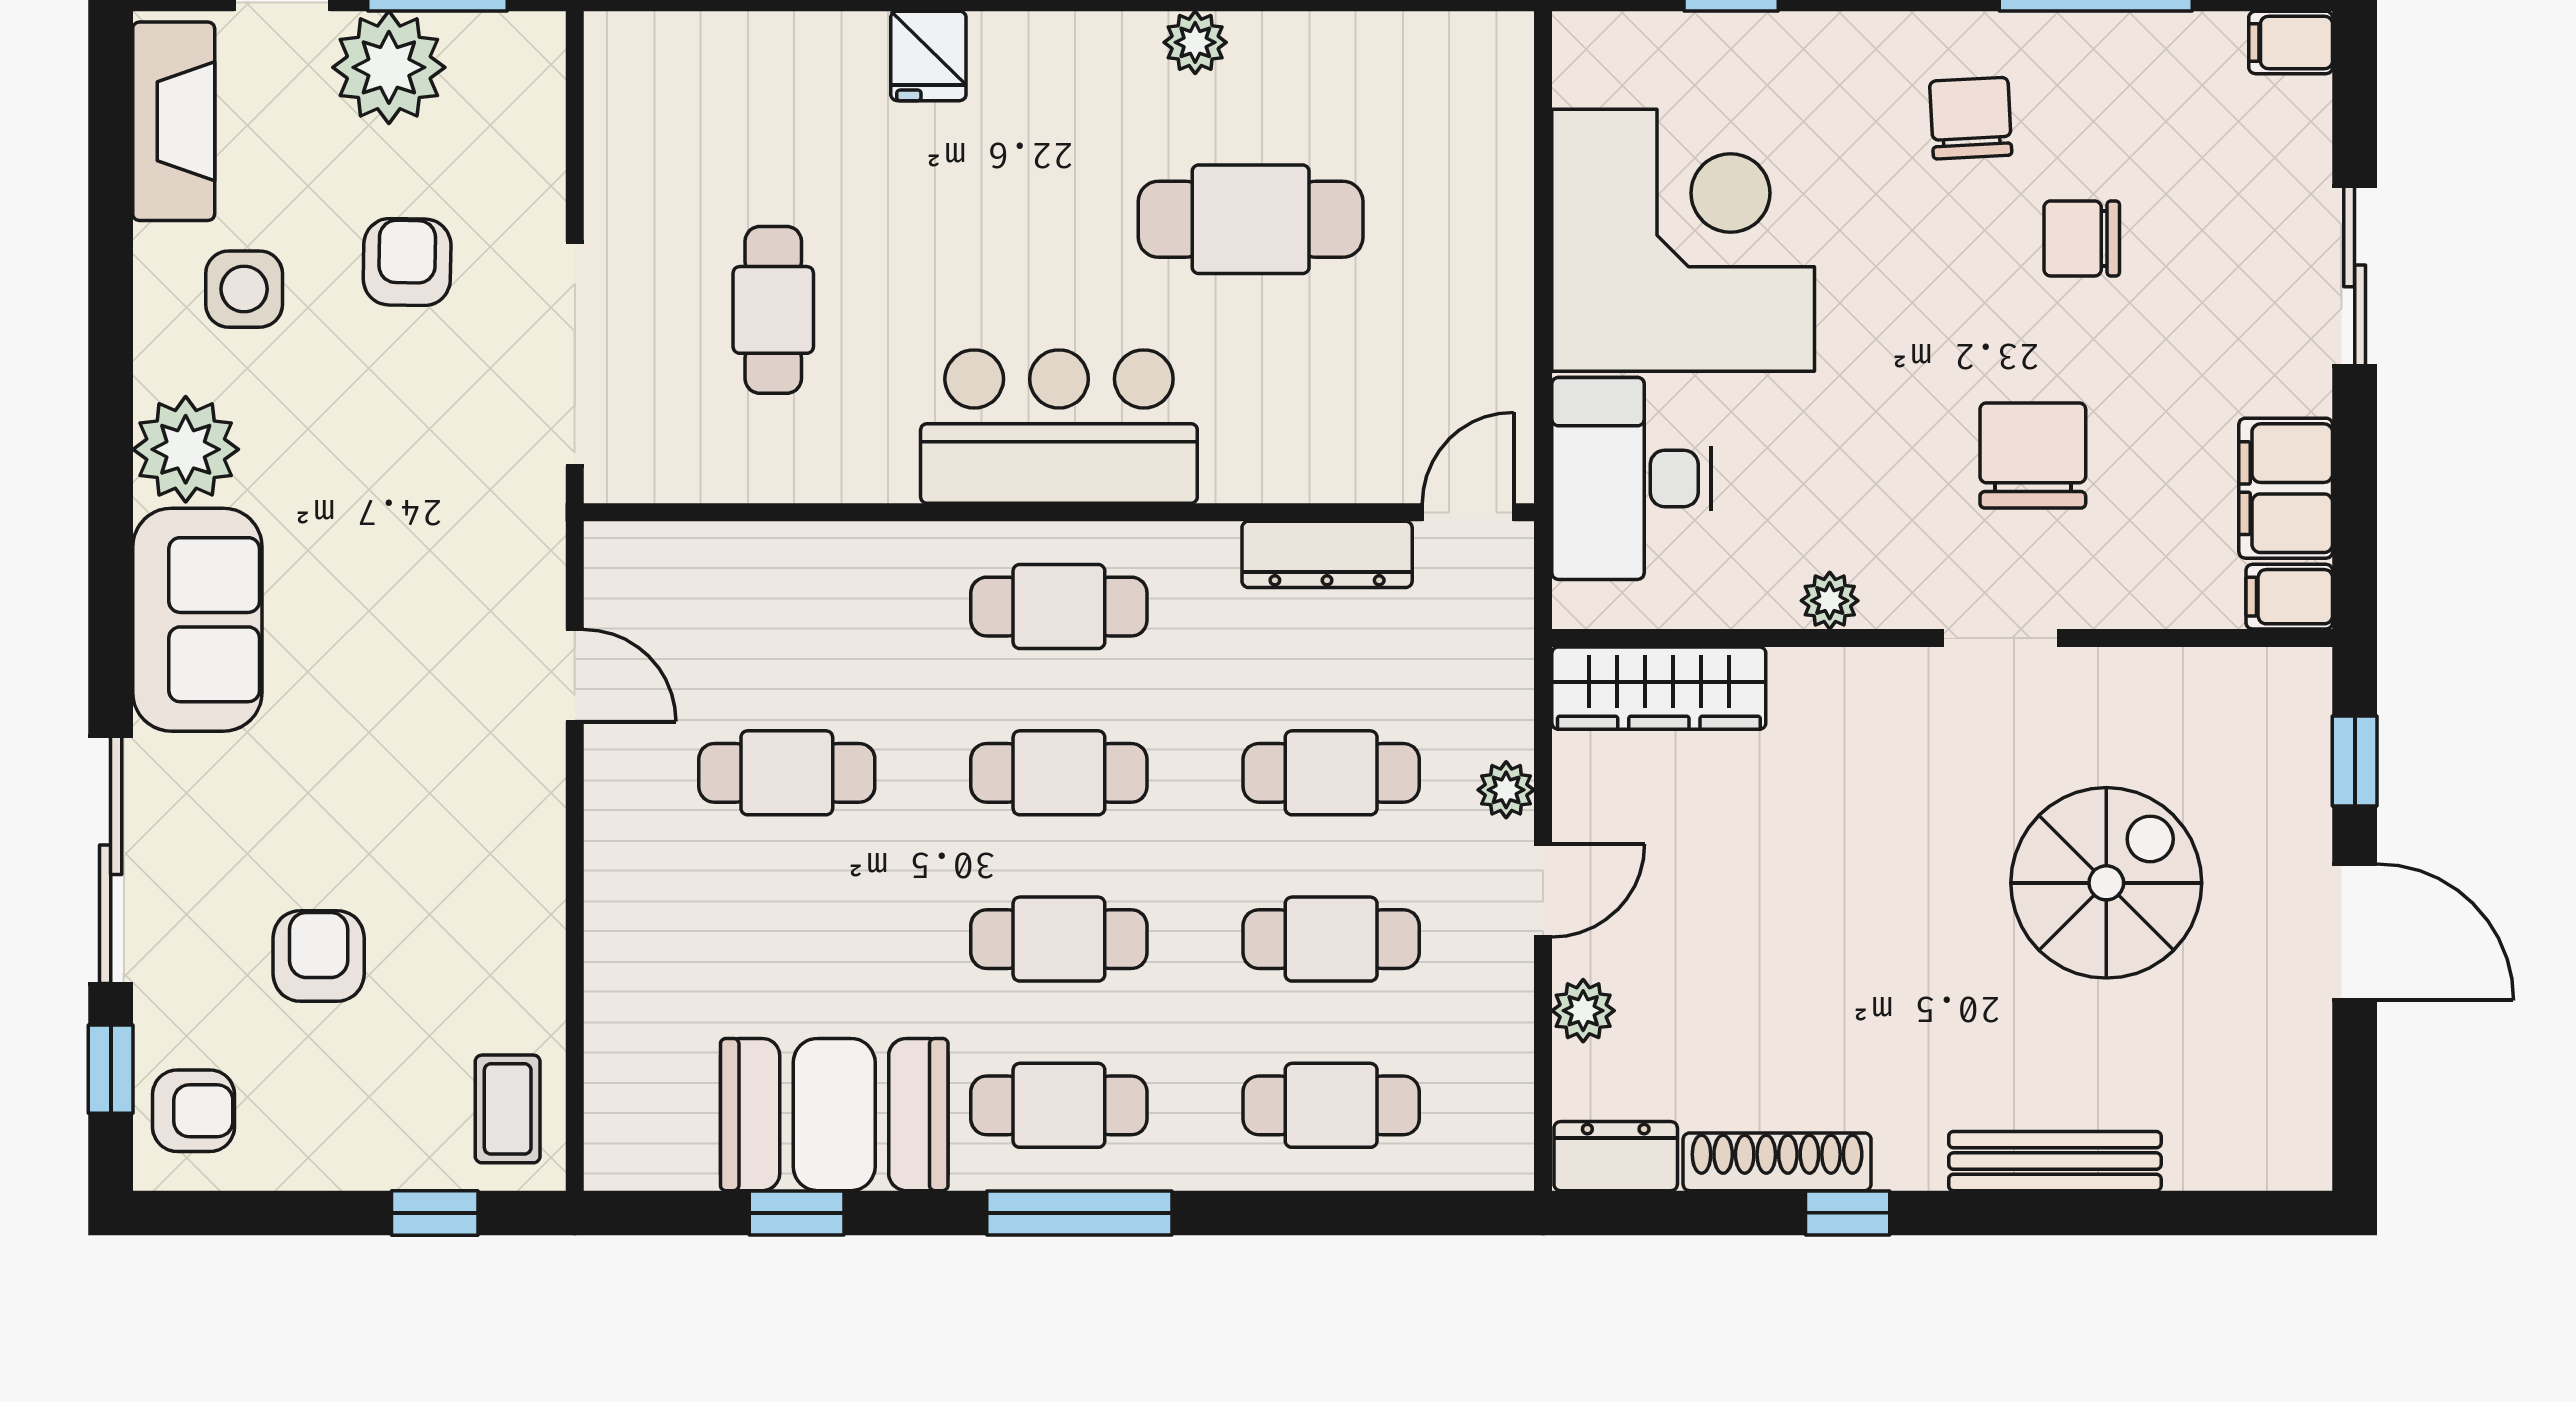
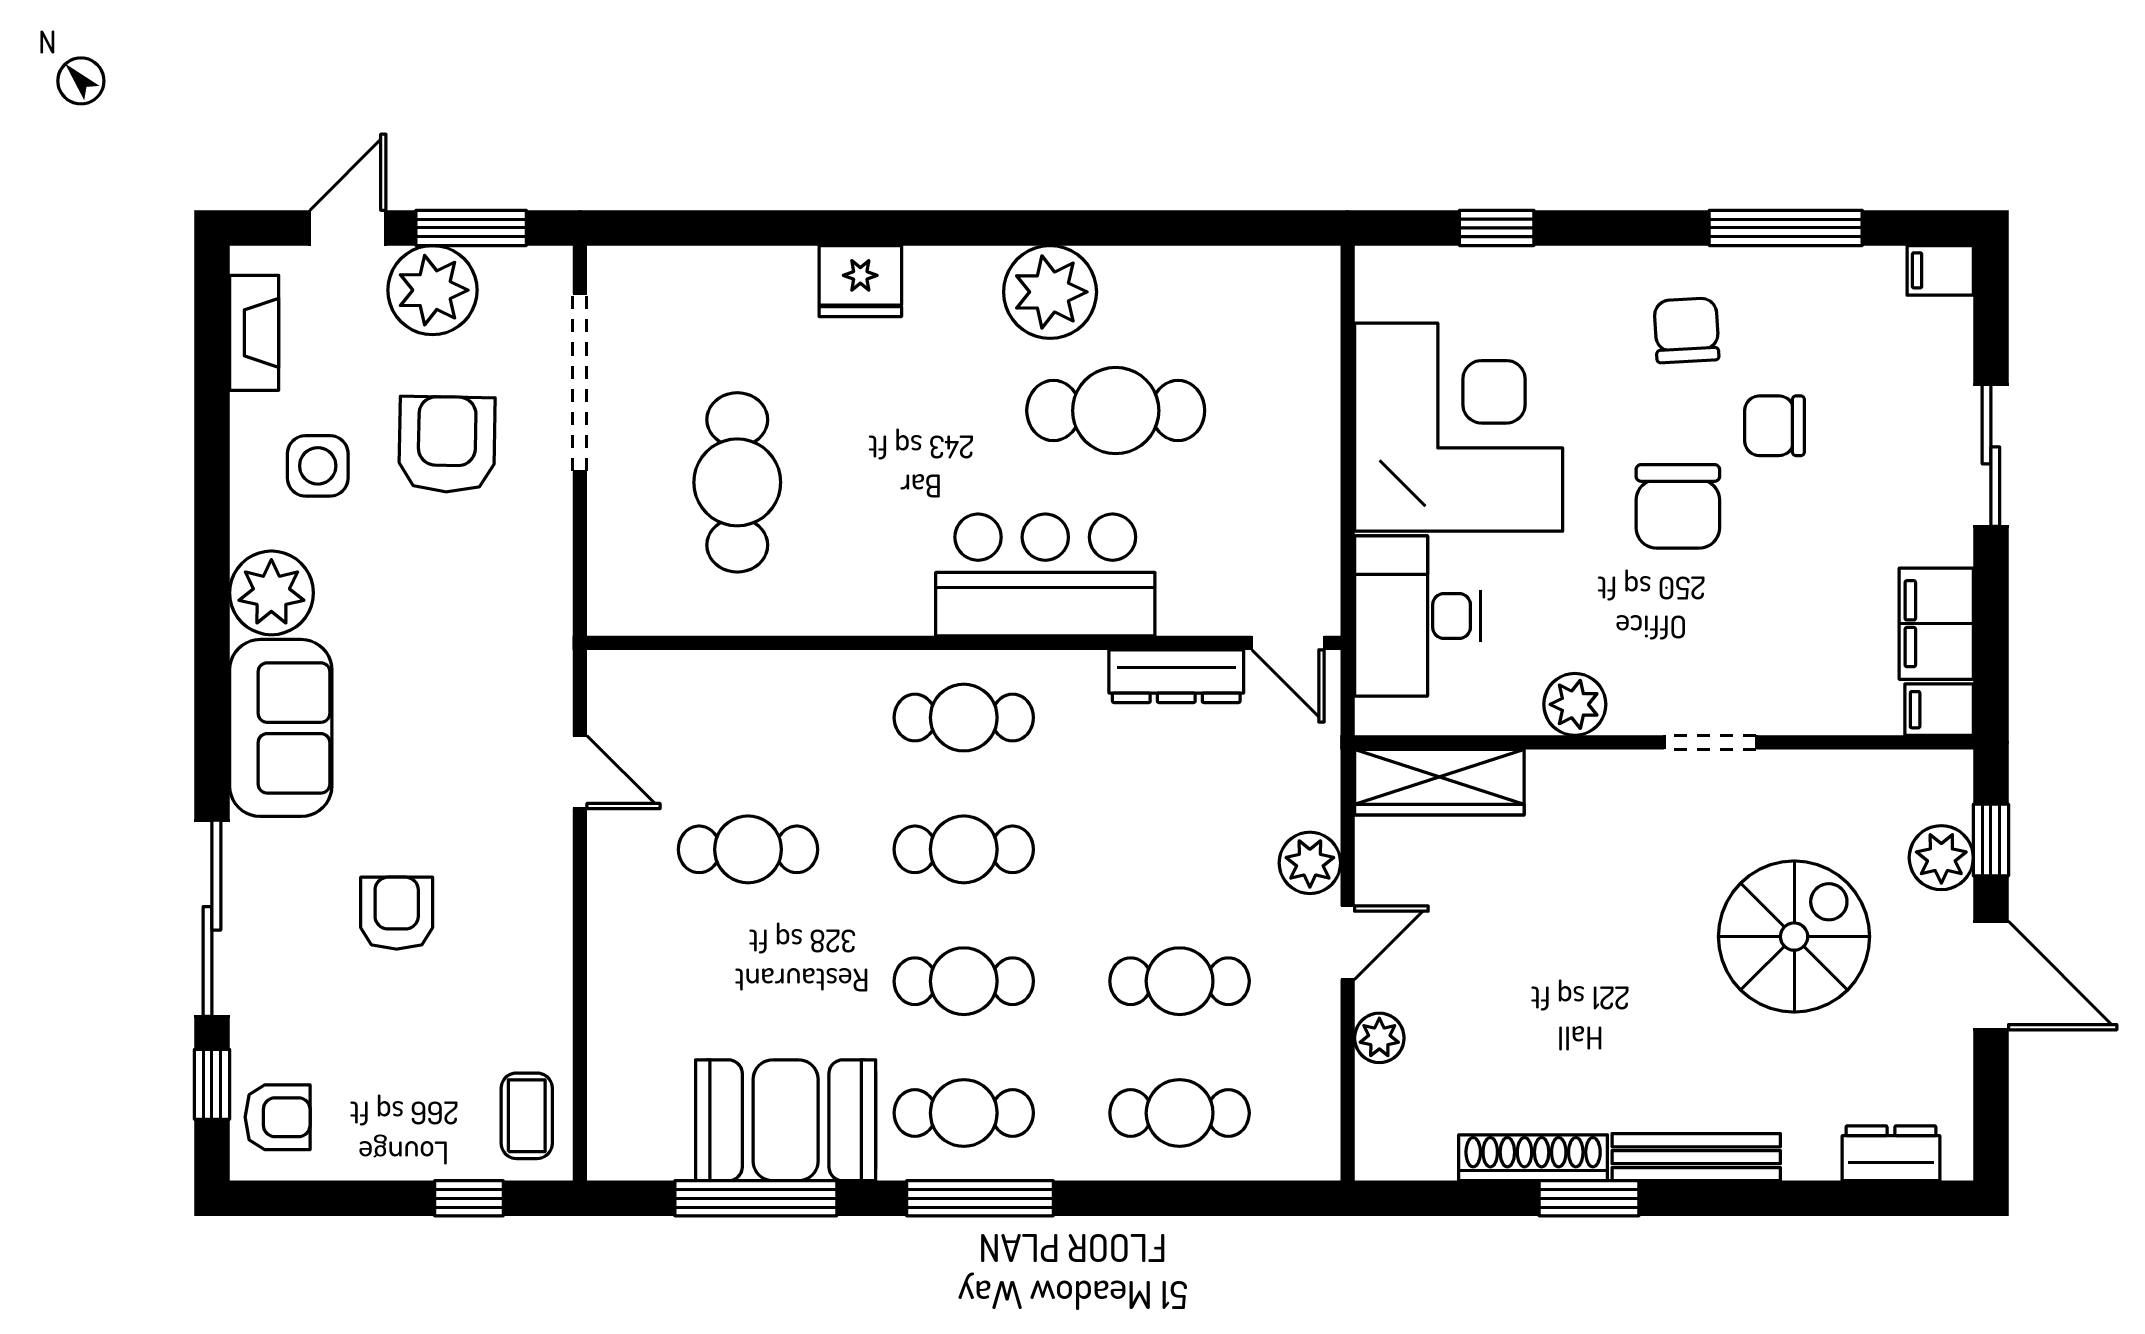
plant: (1195, 42) -> (1050, 292), width x1.87, depth x1.87
fridge: (928, 56) -> (860, 281), width x1.38
fireplace: (174, 121) -> (254, 333), width x0.73, depth x0.76
armchair: (407, 262) -> (447, 444), width x1.38, depth x1.38
cafe table: (773, 310) -> (737, 482), width x1.37, depth x1.35
doorway: (575, 354) -> (580, 383), moved
bar counter: (1059, 427) -> (1045, 575), moved
chair: (2033, 456) -> (1678, 506), moved, turned 180
door: (1468, 512) -> (1288, 643), swing flipped
plant: (1830, 601) -> (1575, 704), width x1.38, depth x1.38
cafe table: (1331, 773) -> (1180, 849), removed
plant: (2292, 783) -> (1941, 858), added
plant: (1506, 790) -> (1310, 863), width x1.38, depth x1.38
armchair: (319, 956) -> (397, 913), moved
dresser: (1616, 1156) -> (1891, 1153), moved
bench: (2055, 1161) -> (1696, 1157), moved
window: (797, 1213) -> (756, 1198), width x2.17
window: (1848, 1213) -> (1589, 1198), width x1.50

